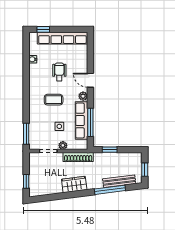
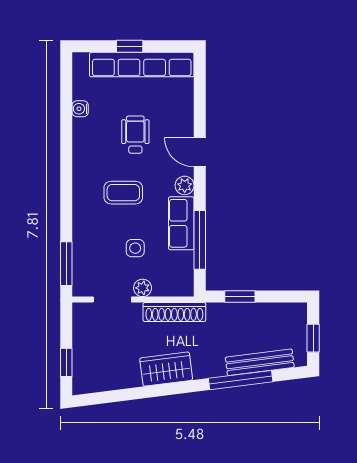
window: (43, 29) -> (130, 46), moved
row of seats: (81, 121) -> (181, 223), width x0.68

